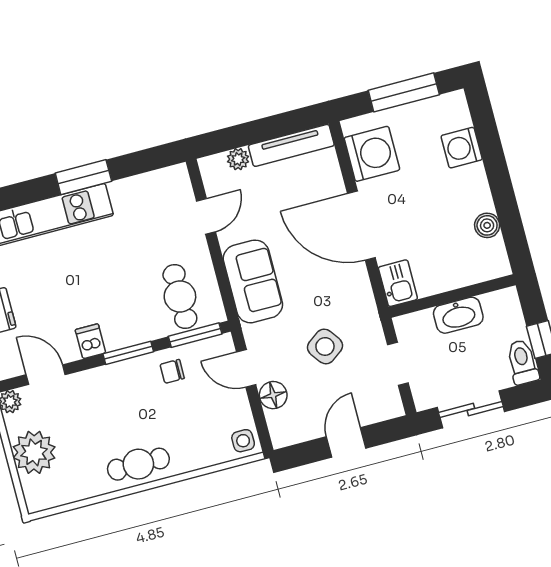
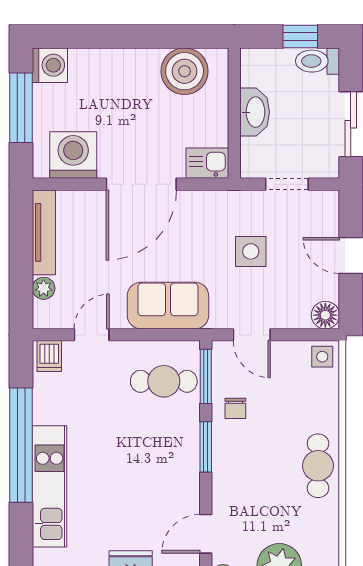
washing machine: (462, 148) -> (50, 65), moved, turned -90
window: (83, 177) -> (21, 445), width x2.11
door: (206, 216) -> (92, 335), hinge flipped
boiler: (487, 225) -> (185, 71), width x1.86, depth x1.86
dishwasher: (90, 341) -> (49, 356), moved, turned -90
side table: (325, 346) -> (251, 251), turned 36
door: (246, 368) -> (252, 335), hinge flipped
floor lamp: (273, 395) -> (325, 315), moved

